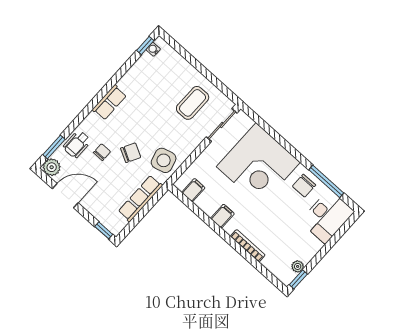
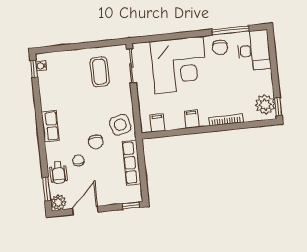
chair: (131, 153) -> (96, 142), turned 152
plant: (298, 266) -> (265, 105), width x1.88, depth x1.88

